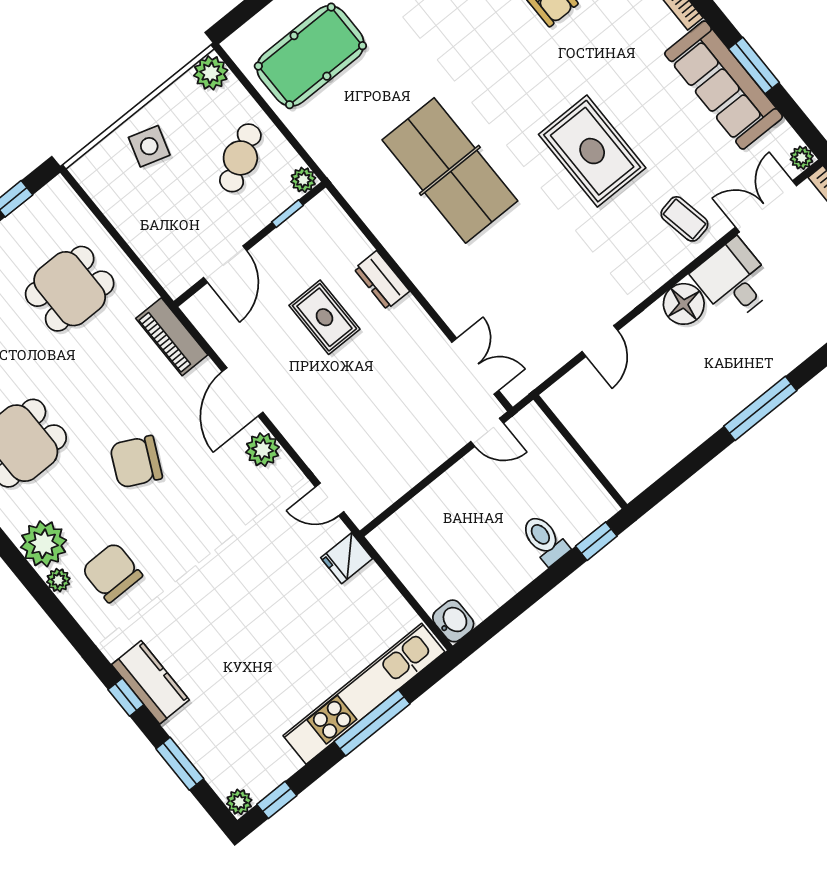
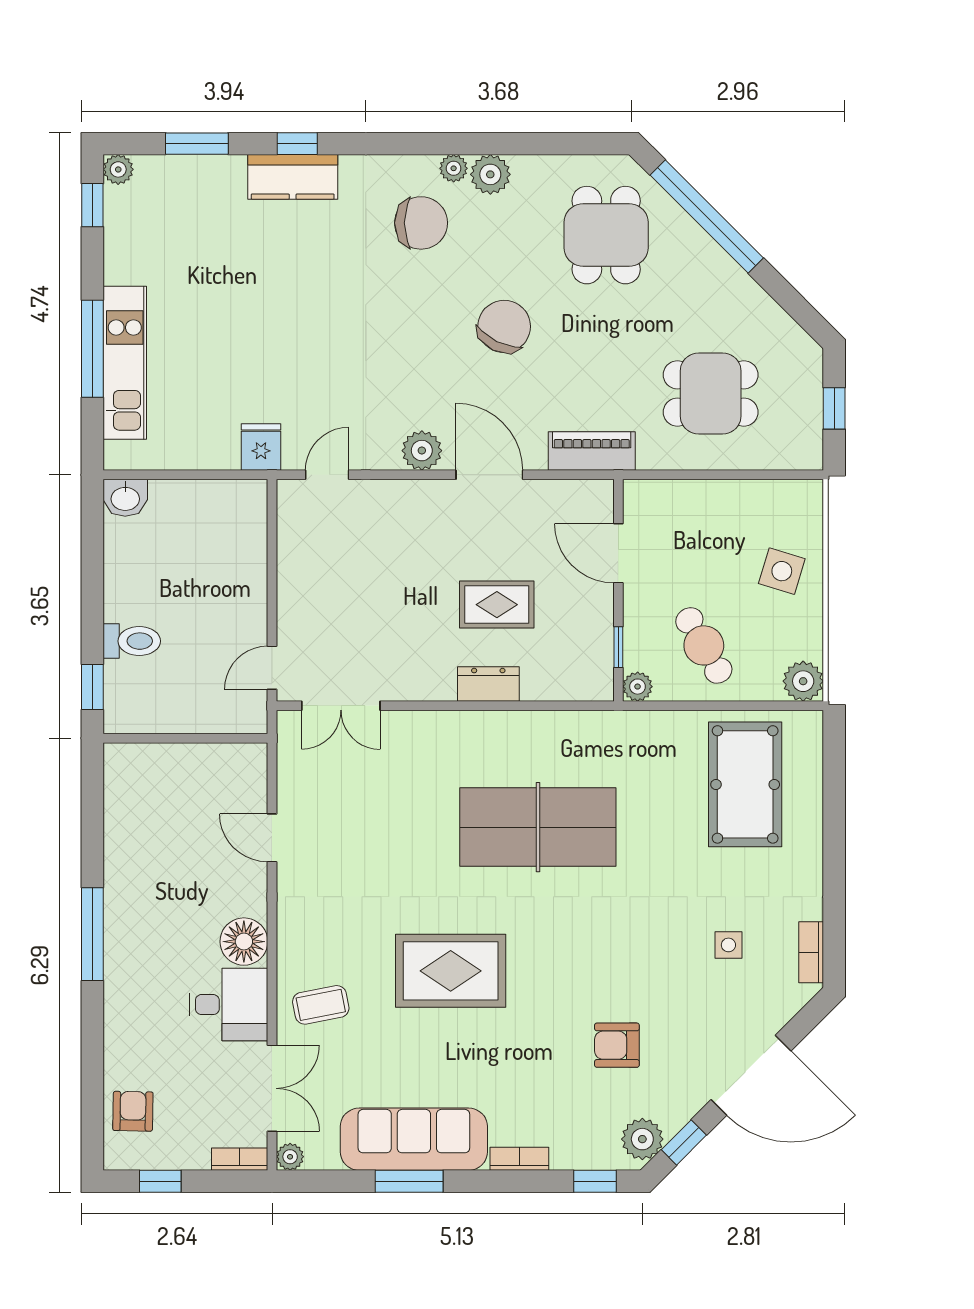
dining table: (70, 289) -> (711, 393), turned 90
plant: (44, 544) -> (490, 174), width x0.73, depth x0.73
kitchen unit: (364, 694) -> (125, 363), width x0.73

